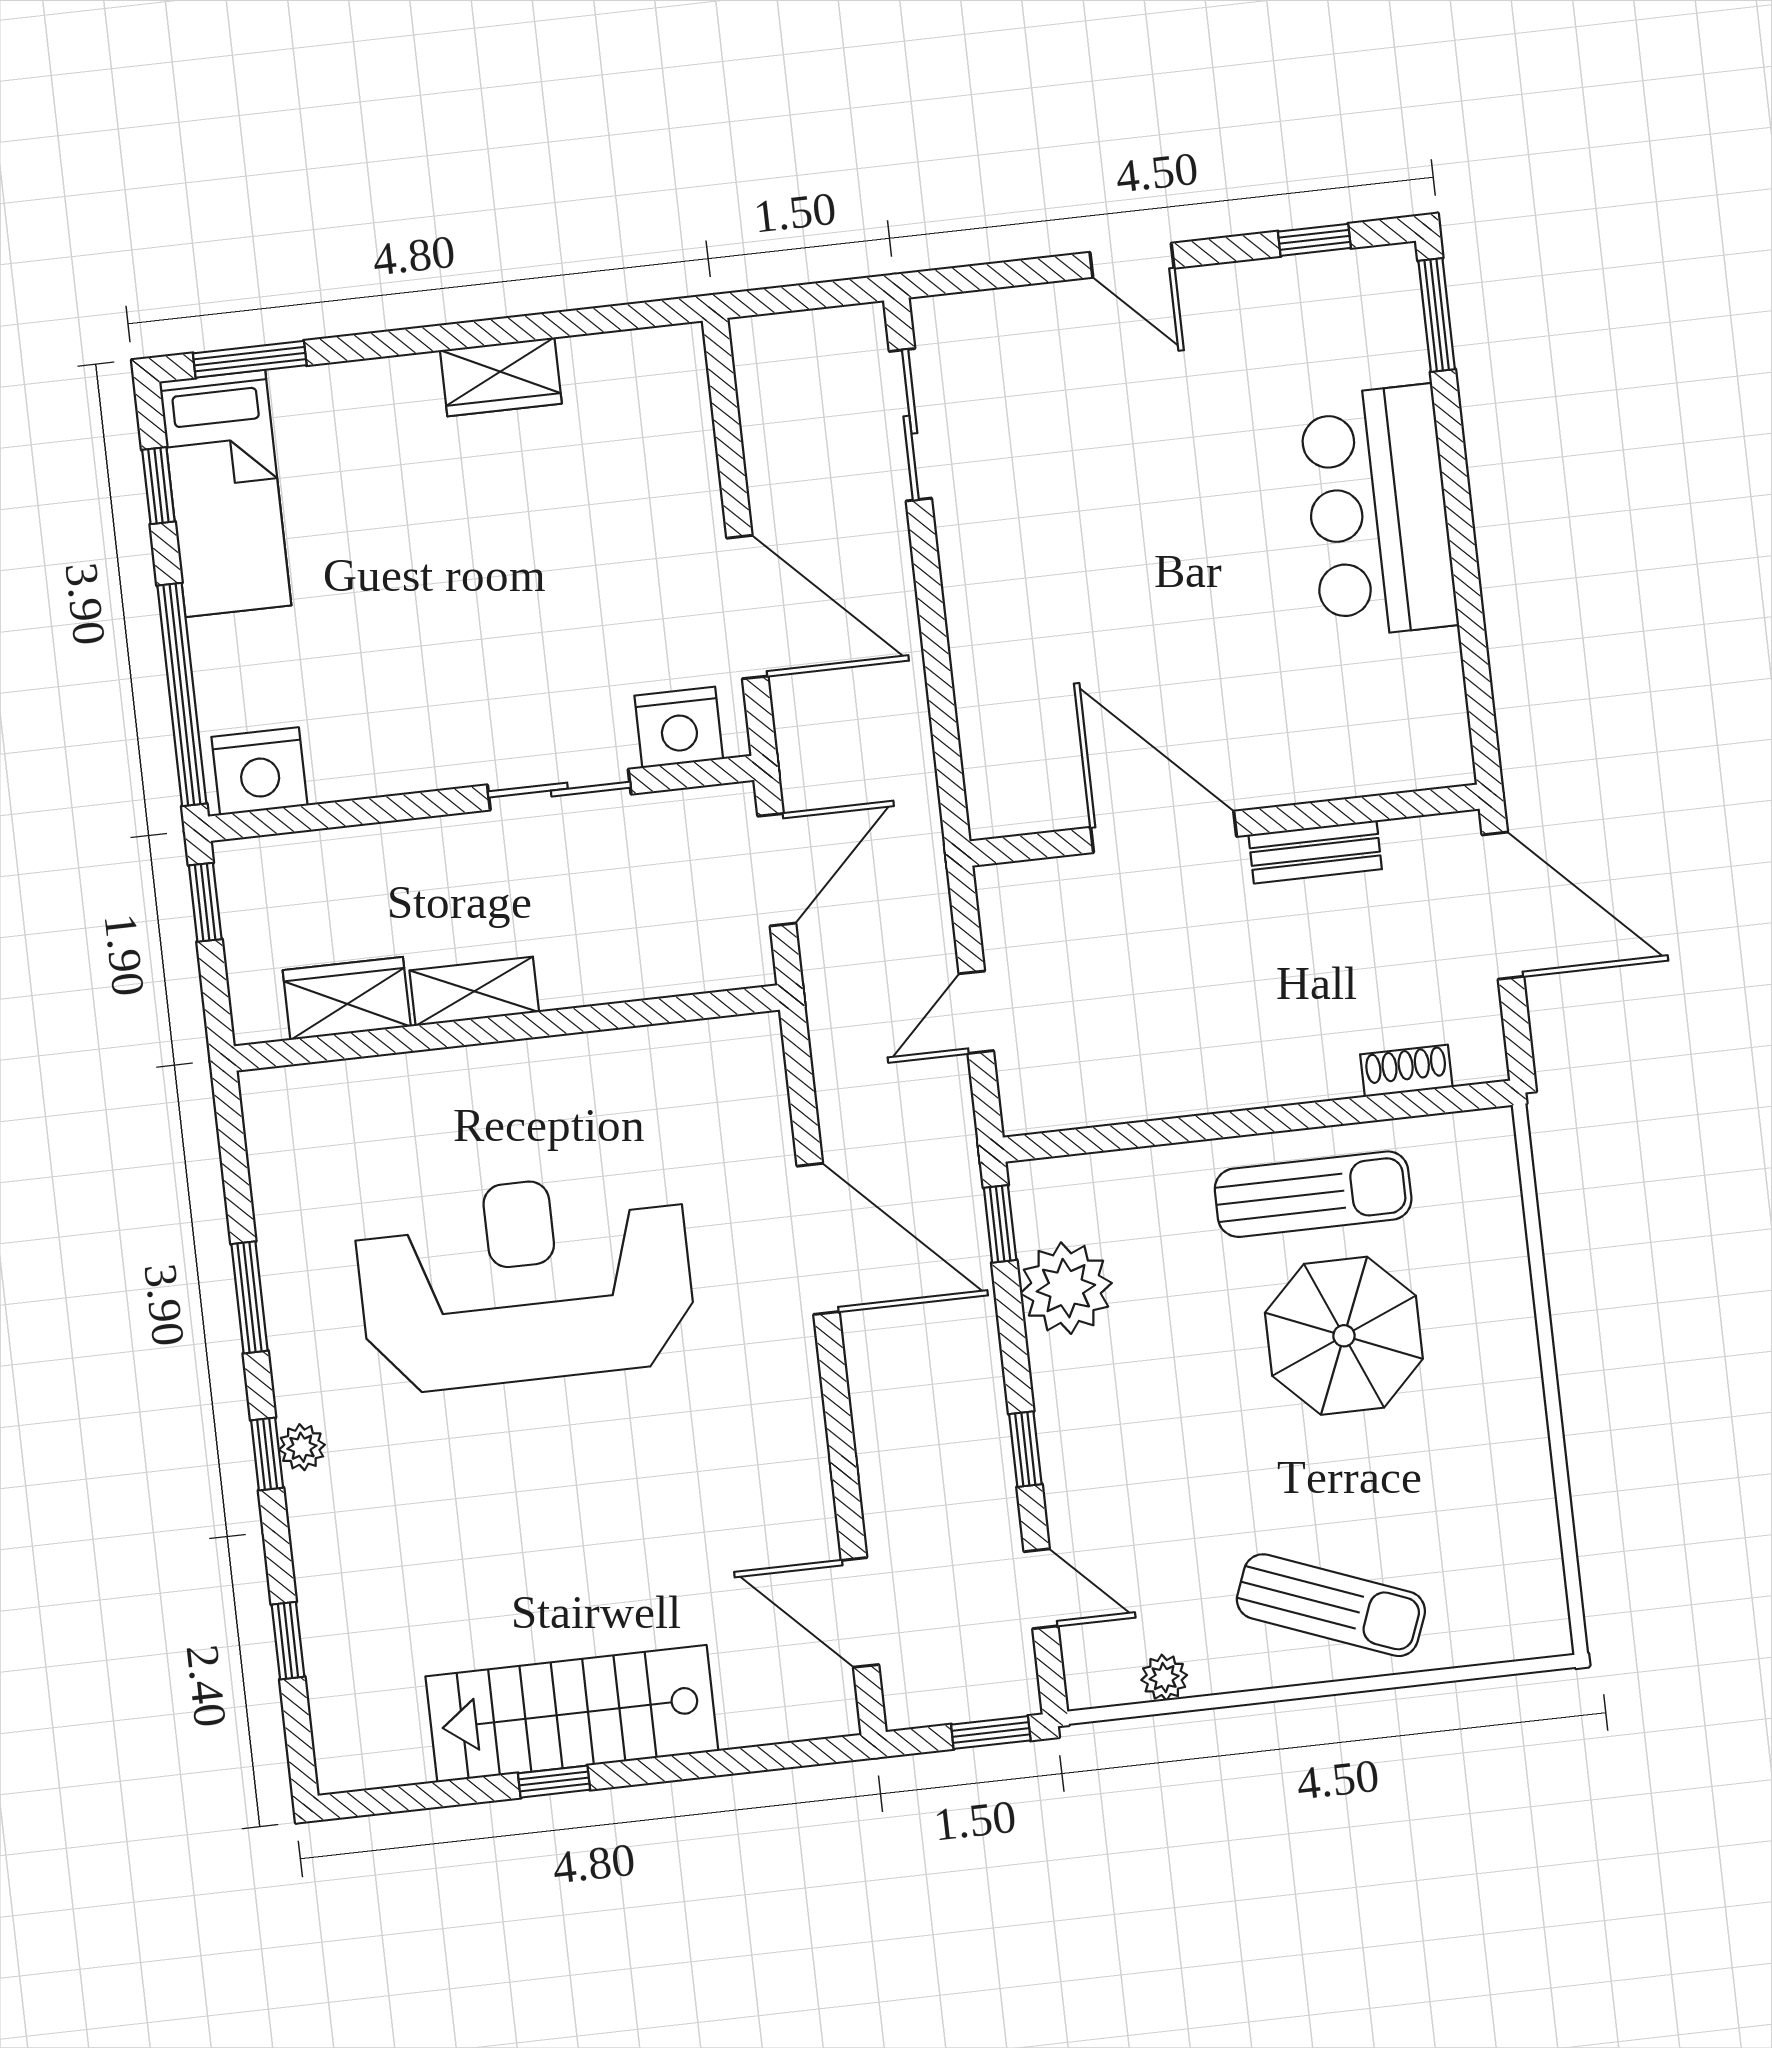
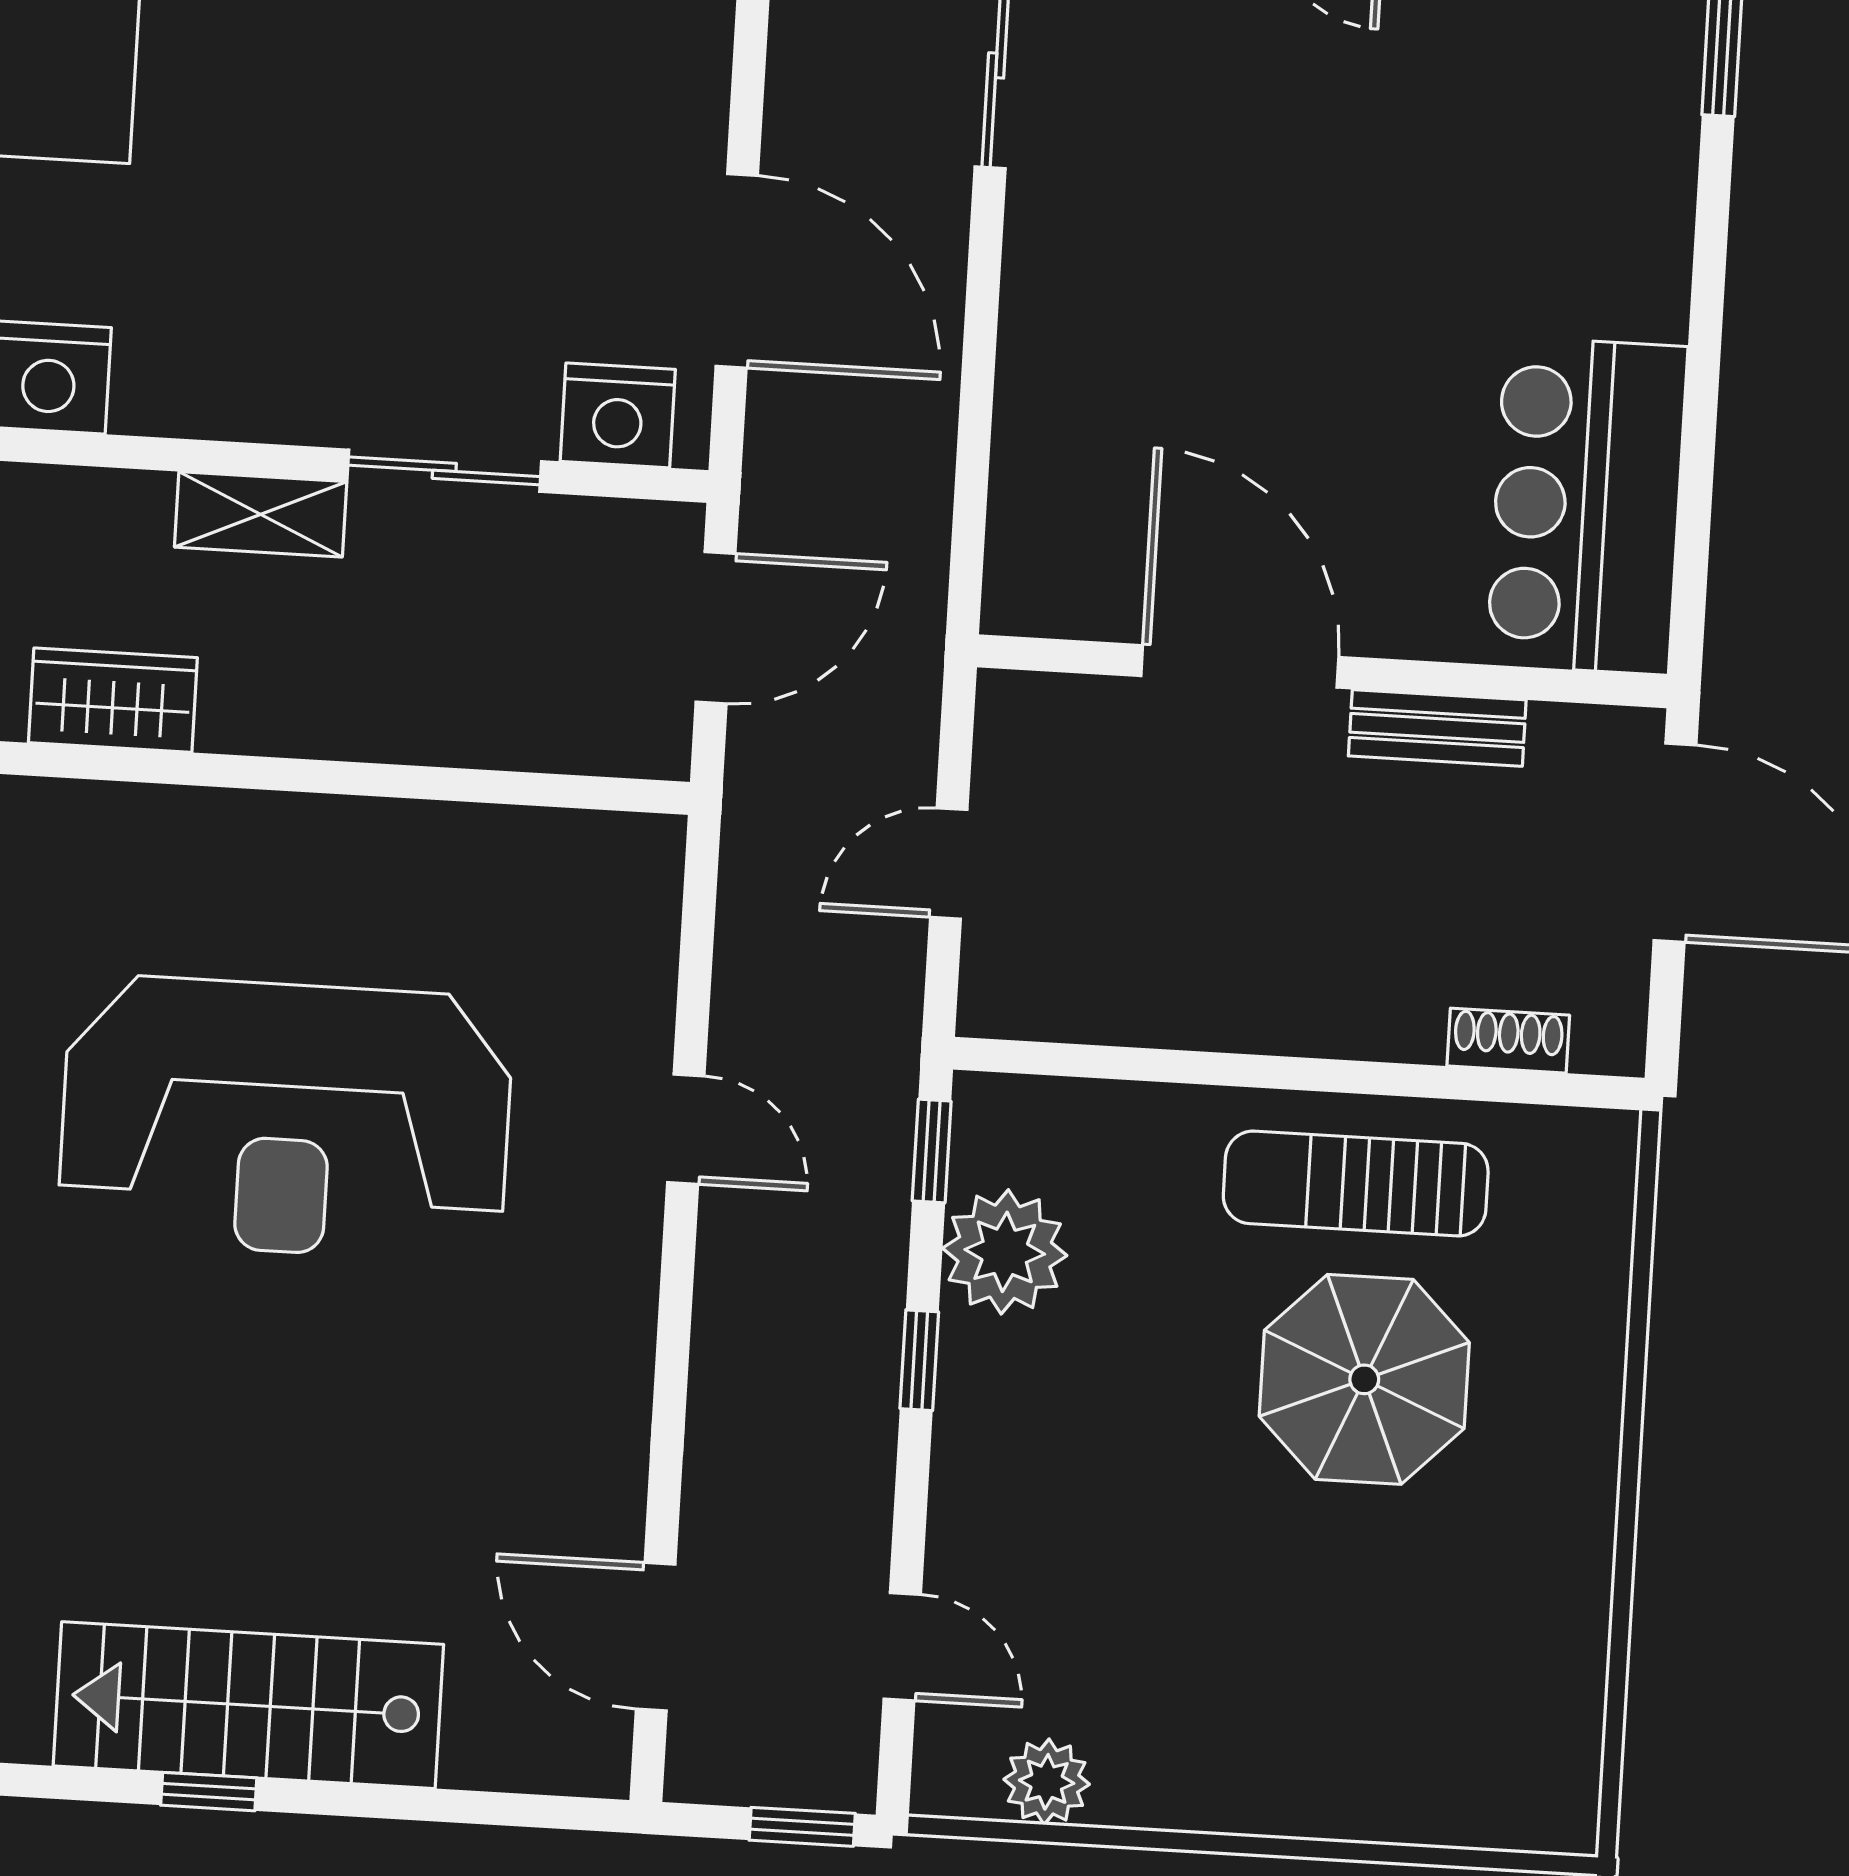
bar counter: (1378, 511) -> (1587, 506), moved
shelving: (474, 991) -> (261, 514), moved
sun lounger: (1313, 1194) -> (1356, 1184), turned 180
door: (818, 1239) -> (686, 1129), width x0.53
reception desk: (525, 1281) -> (286, 1118), turned 180
window: (1025, 1449) -> (919, 1360), moved
sun lounger: (1331, 1605) -> (1285, 1735), removed
plant: (1164, 1678) -> (1047, 1782), width x1.38, depth x1.38

